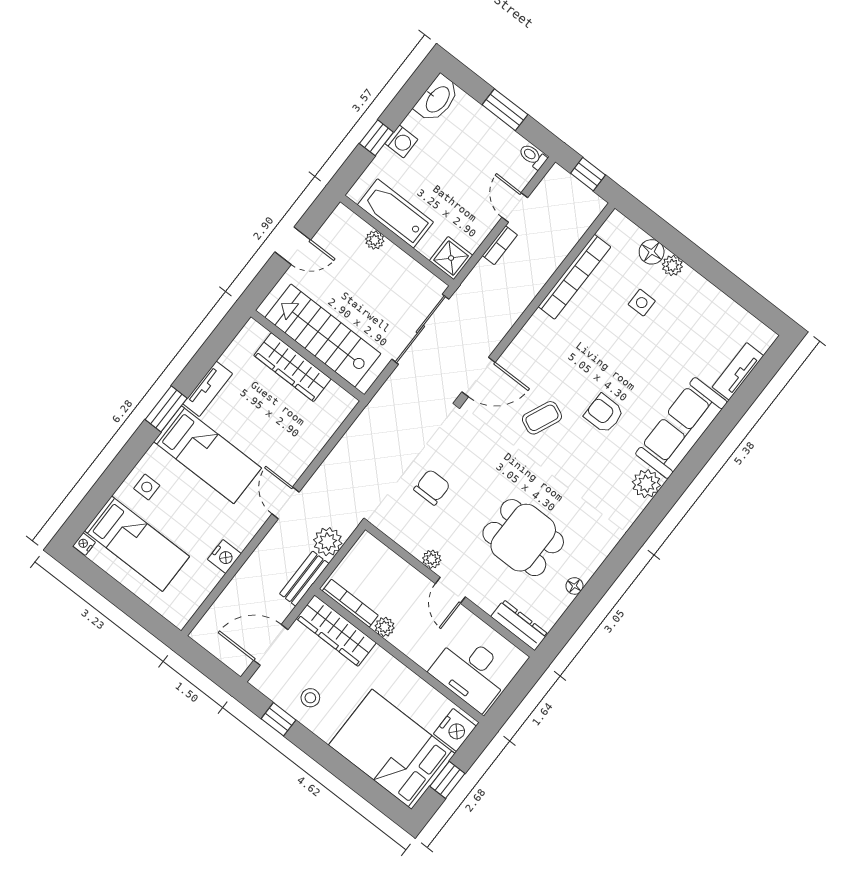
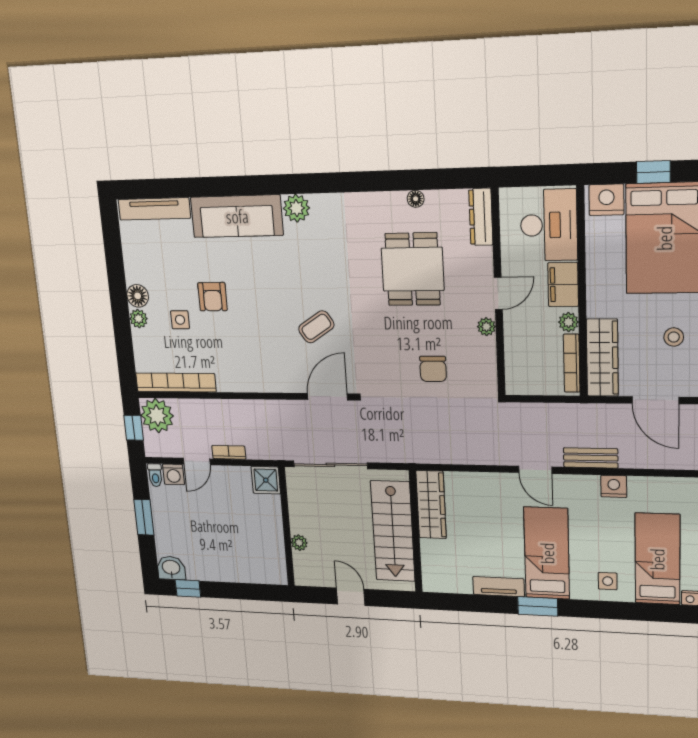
washbasin: (437, 99) -> (171, 568), width x0.72
window: (376, 138) -> (188, 588), moved
washing machine: (401, 142) -> (173, 474), moved, turned 180
bathtub: (395, 213) -> (270, 541), removed
floor lamp: (652, 252) -> (138, 296), moved
bookcase: (574, 277) -> (176, 382), moved
wardrobe: (292, 367) -> (431, 505), moved
tv unit: (738, 371) -> (154, 209), width x1.41
door: (479, 377) -> (327, 397), hinge flipped
armchair: (604, 414) -> (212, 297), moved
coffee table: (542, 418) -> (316, 327), turned -57
chair: (432, 487) -> (433, 369), turned -90
door: (285, 503) -> (535, 470), hinge flipped
plant: (328, 542) -> (157, 416), moved, width x1.36, depth x1.36
bench: (304, 579) -> (591, 458), moved
filing cabinet: (417, 646) -> (563, 285), added

